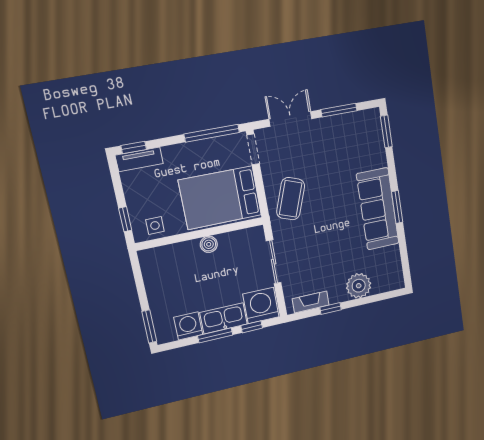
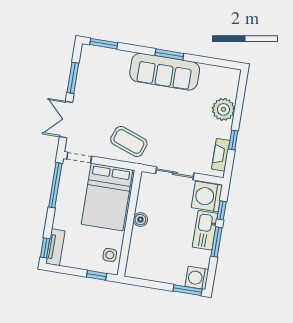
washing machine: (188, 326) -> (197, 278), moved

